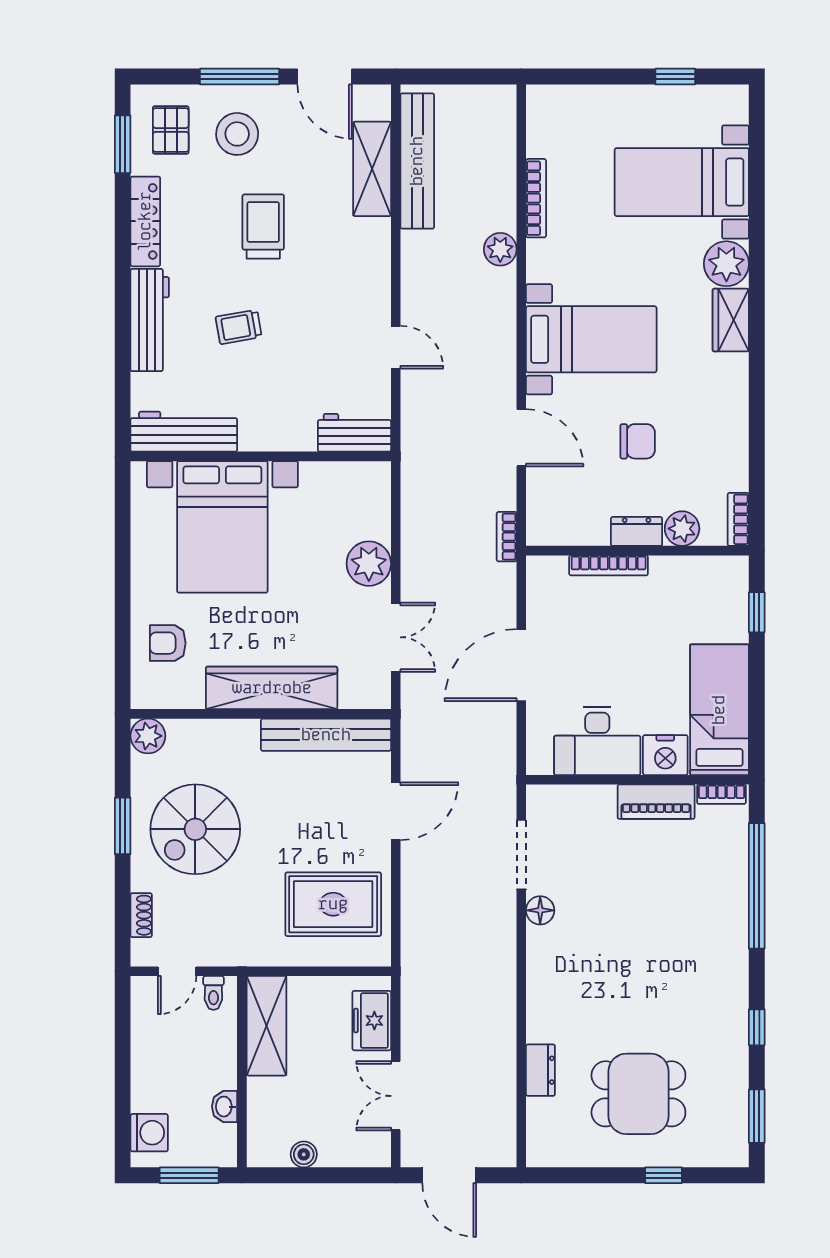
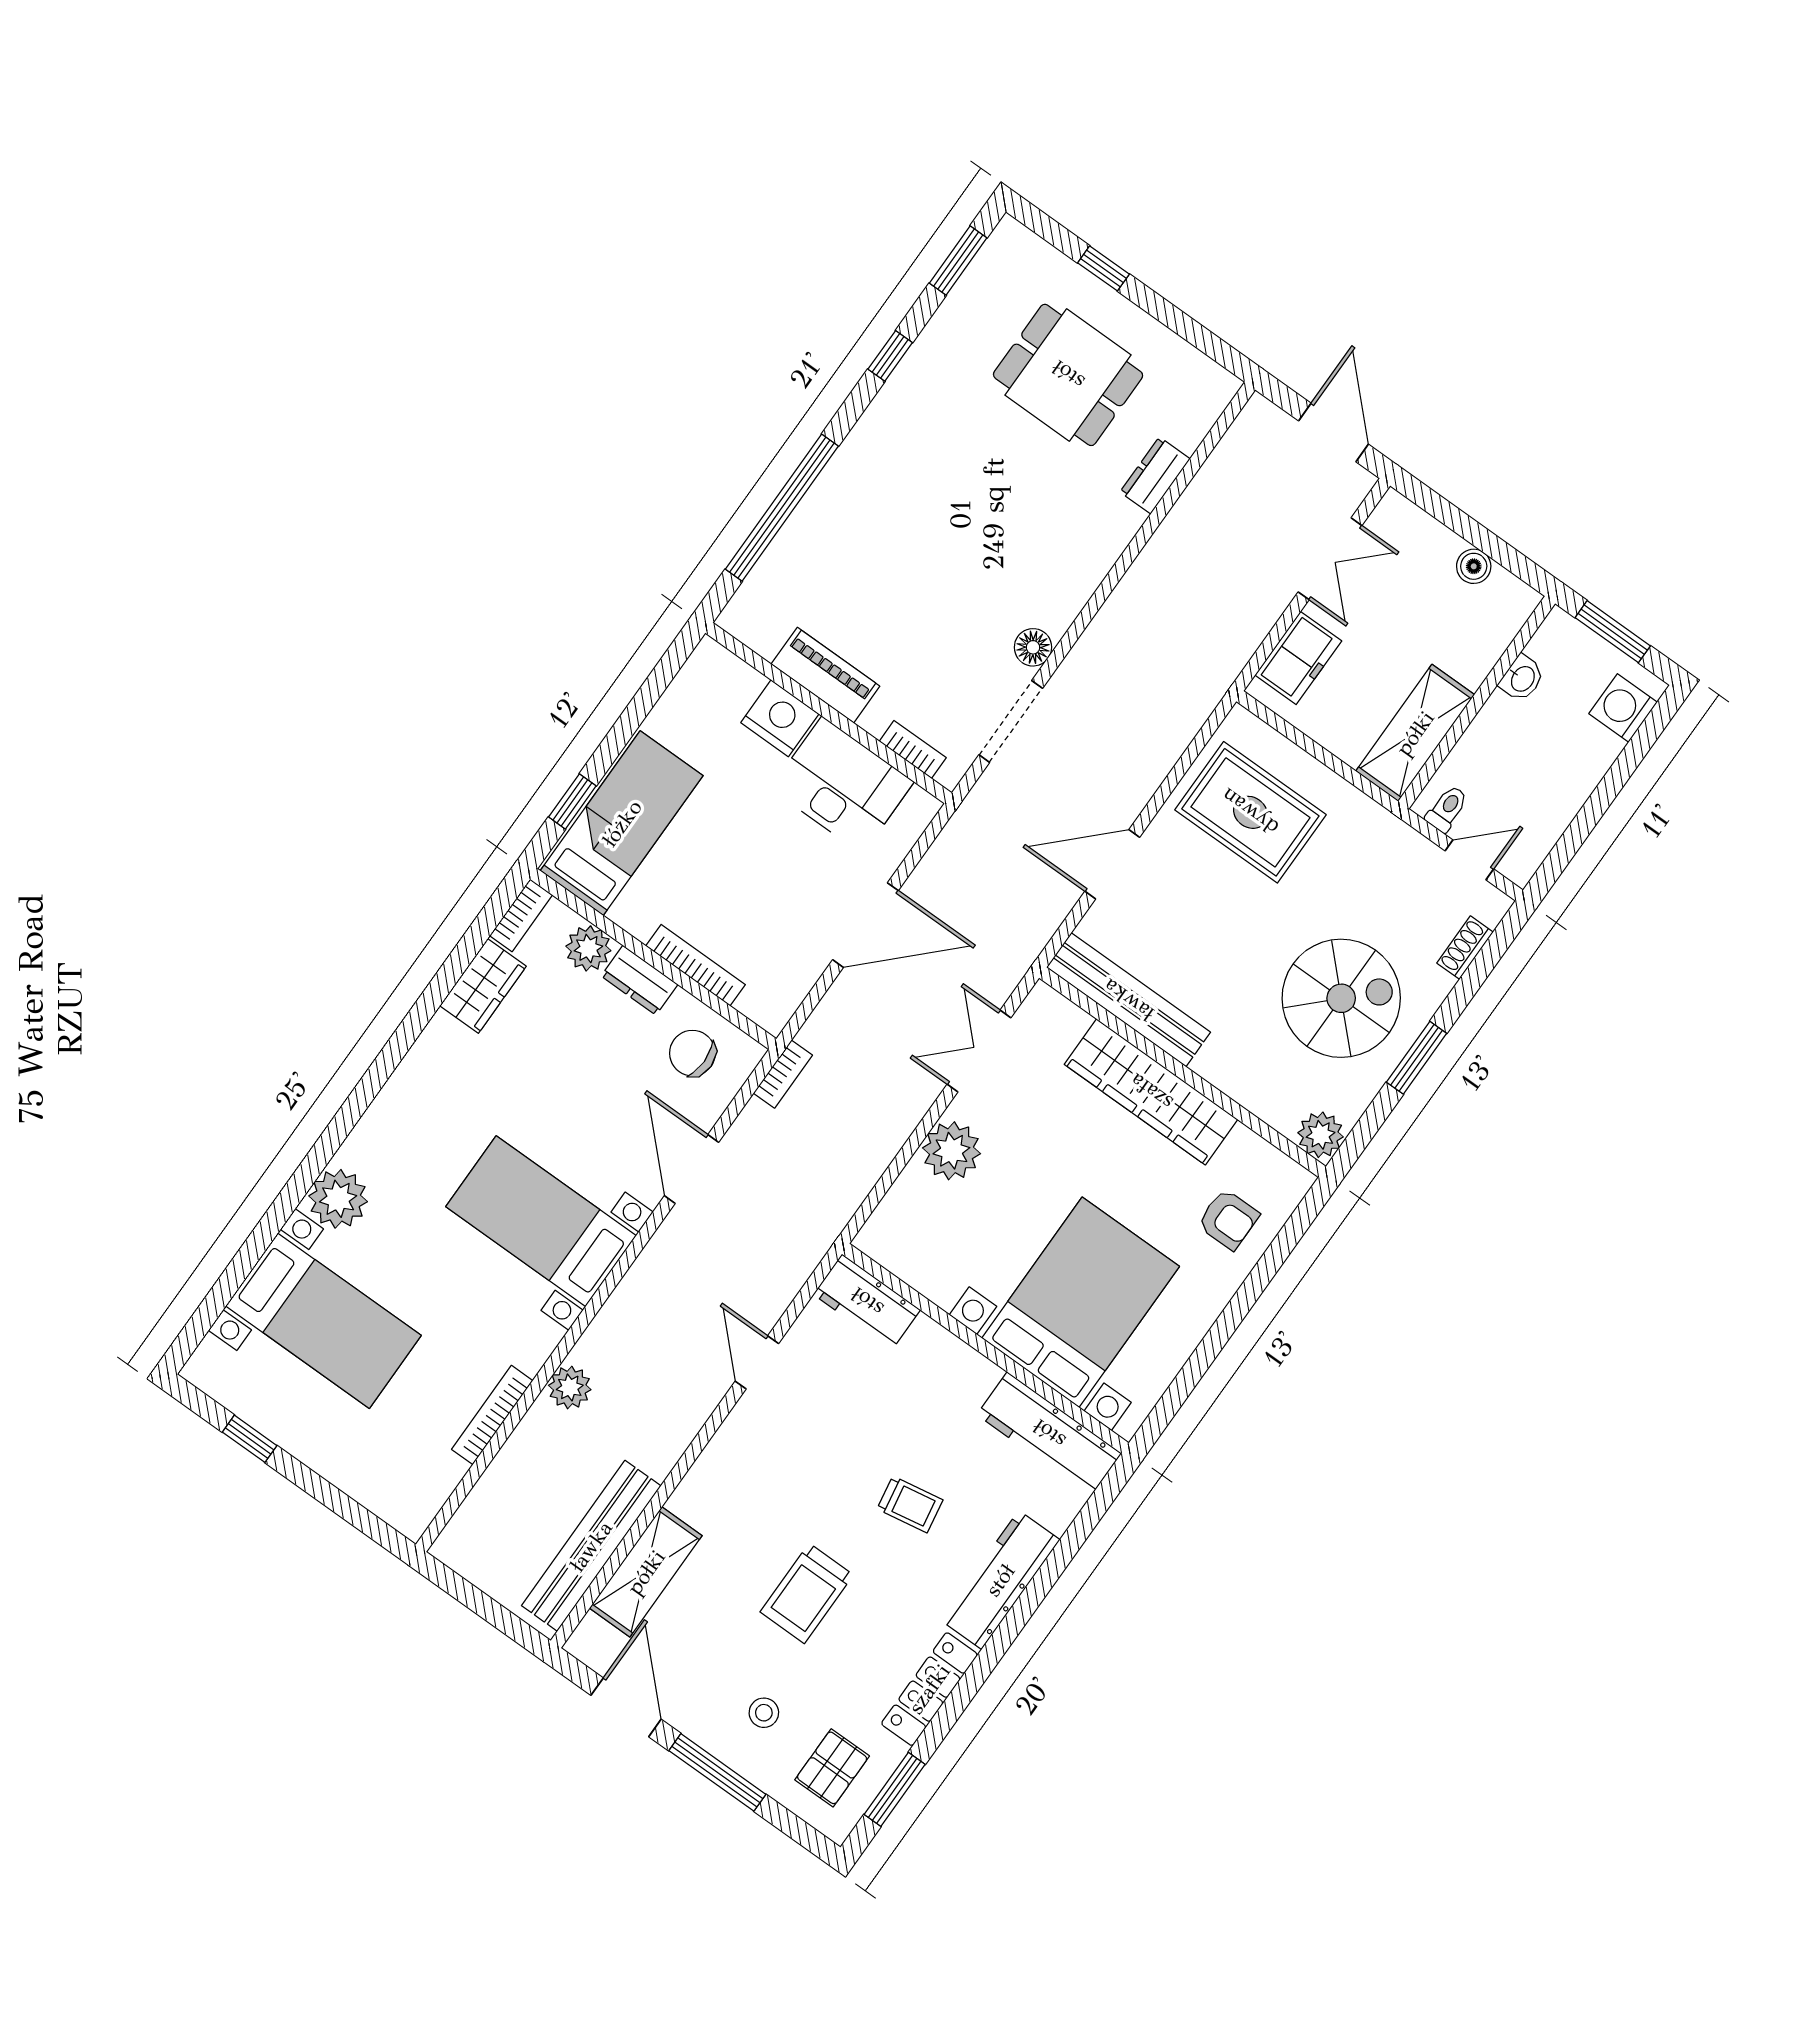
stool: (237, 134) -> (764, 1713), width x0.53, depth x0.53
wardrobe: (731, 320) -> (483, 986), moved
chair: (638, 441) -> (692, 1053), moved
bed: (719, 710) -> (622, 823), moved, turned 180
bookcase: (722, 794) -> (913, 750), moved

